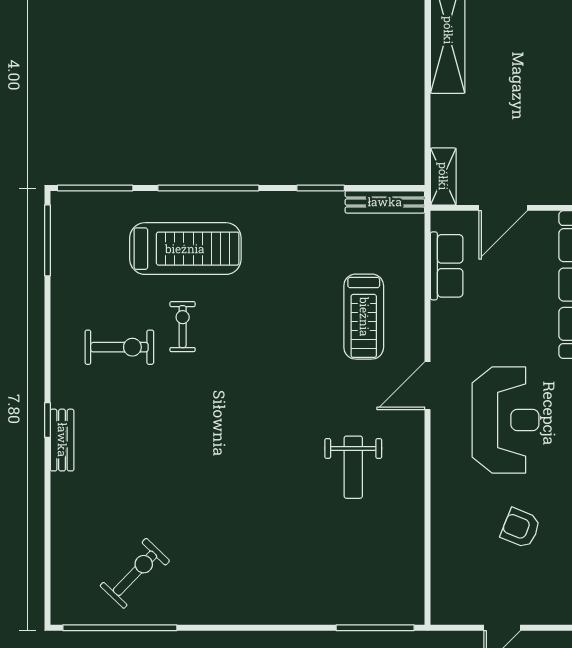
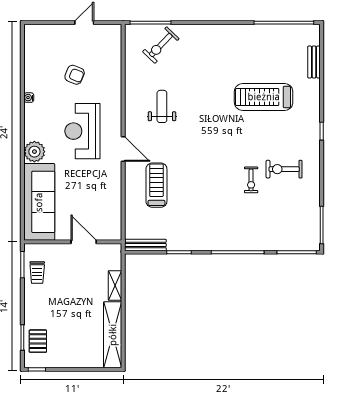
shelving: (443, 176) -> (115, 286), moved
door: (503, 208) -> (84, 242), hinge flipped
treadmill: (185, 249) -> (264, 97), moved
row of seats: (447, 266) -> (113, 212), removed
door: (427, 386) -> (123, 149), hinge flipped
bench: (62, 440) -> (314, 62), moved
exercise bike: (135, 573) -> (161, 45), moved

